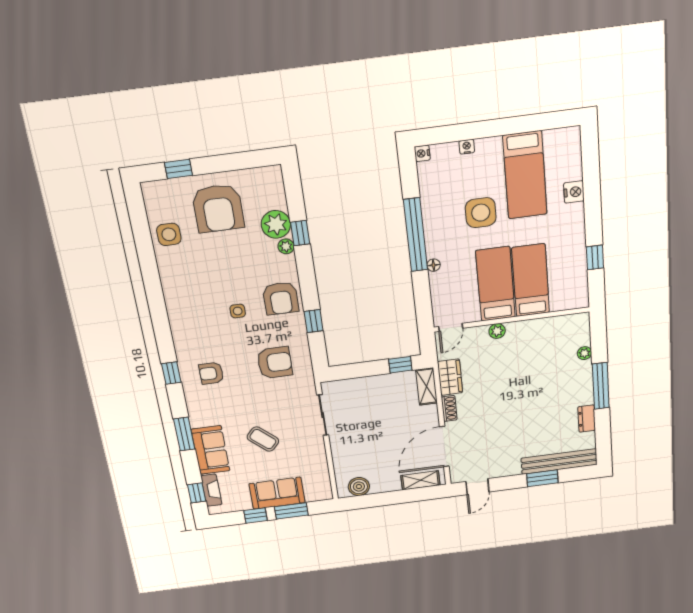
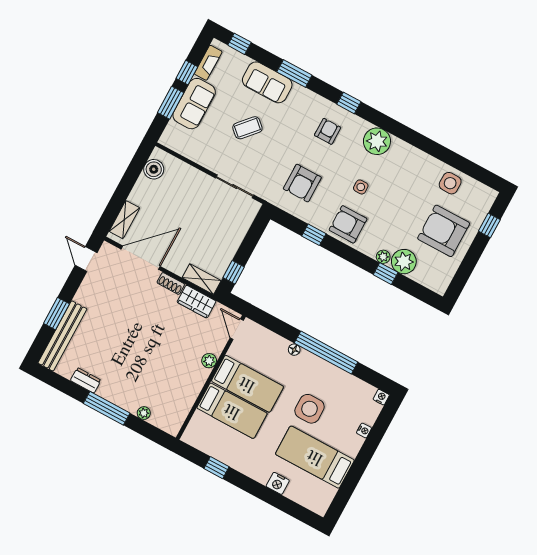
plant: (185, 326) -> (377, 141), added
door: (444, 447) -> (141, 258), hinge flipped
fireplace: (211, 490) -> (208, 63), moved, turned -90

